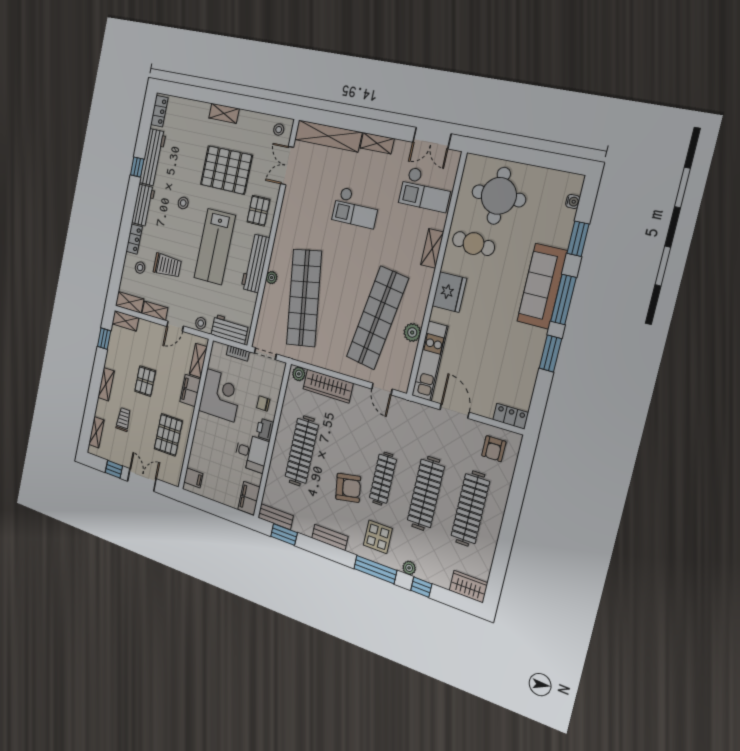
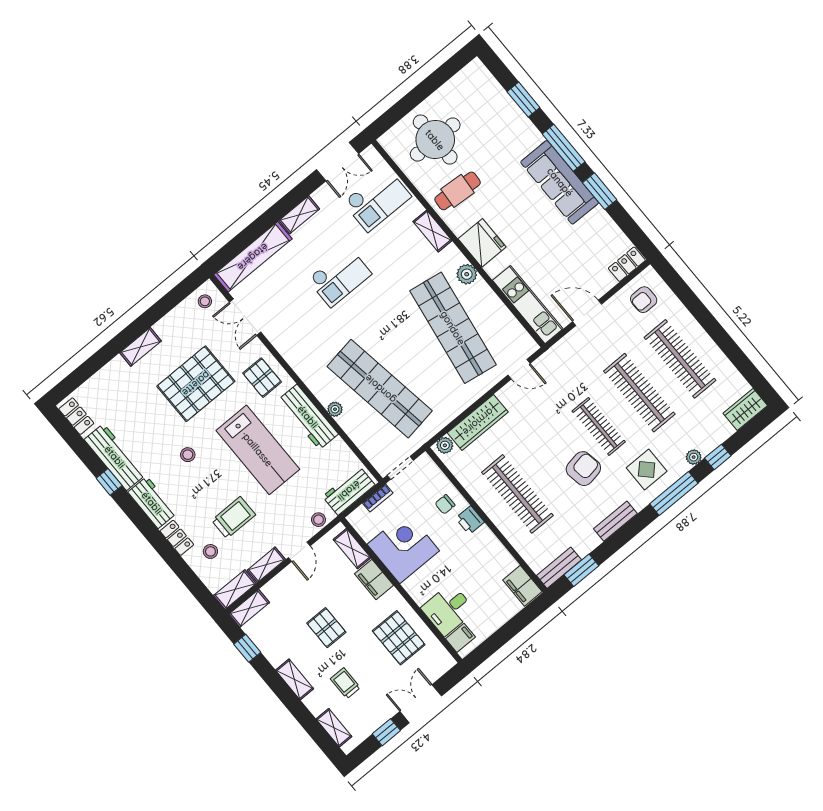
water cooler: (573, 201) -> (490, 82), removed
sofa: (542, 286) -> (560, 182), moved
plant: (412, 332) -> (467, 274), moved
armchair: (494, 449) -> (644, 300), turned 90
desk: (252, 453) -> (448, 609), moved, turned 180

